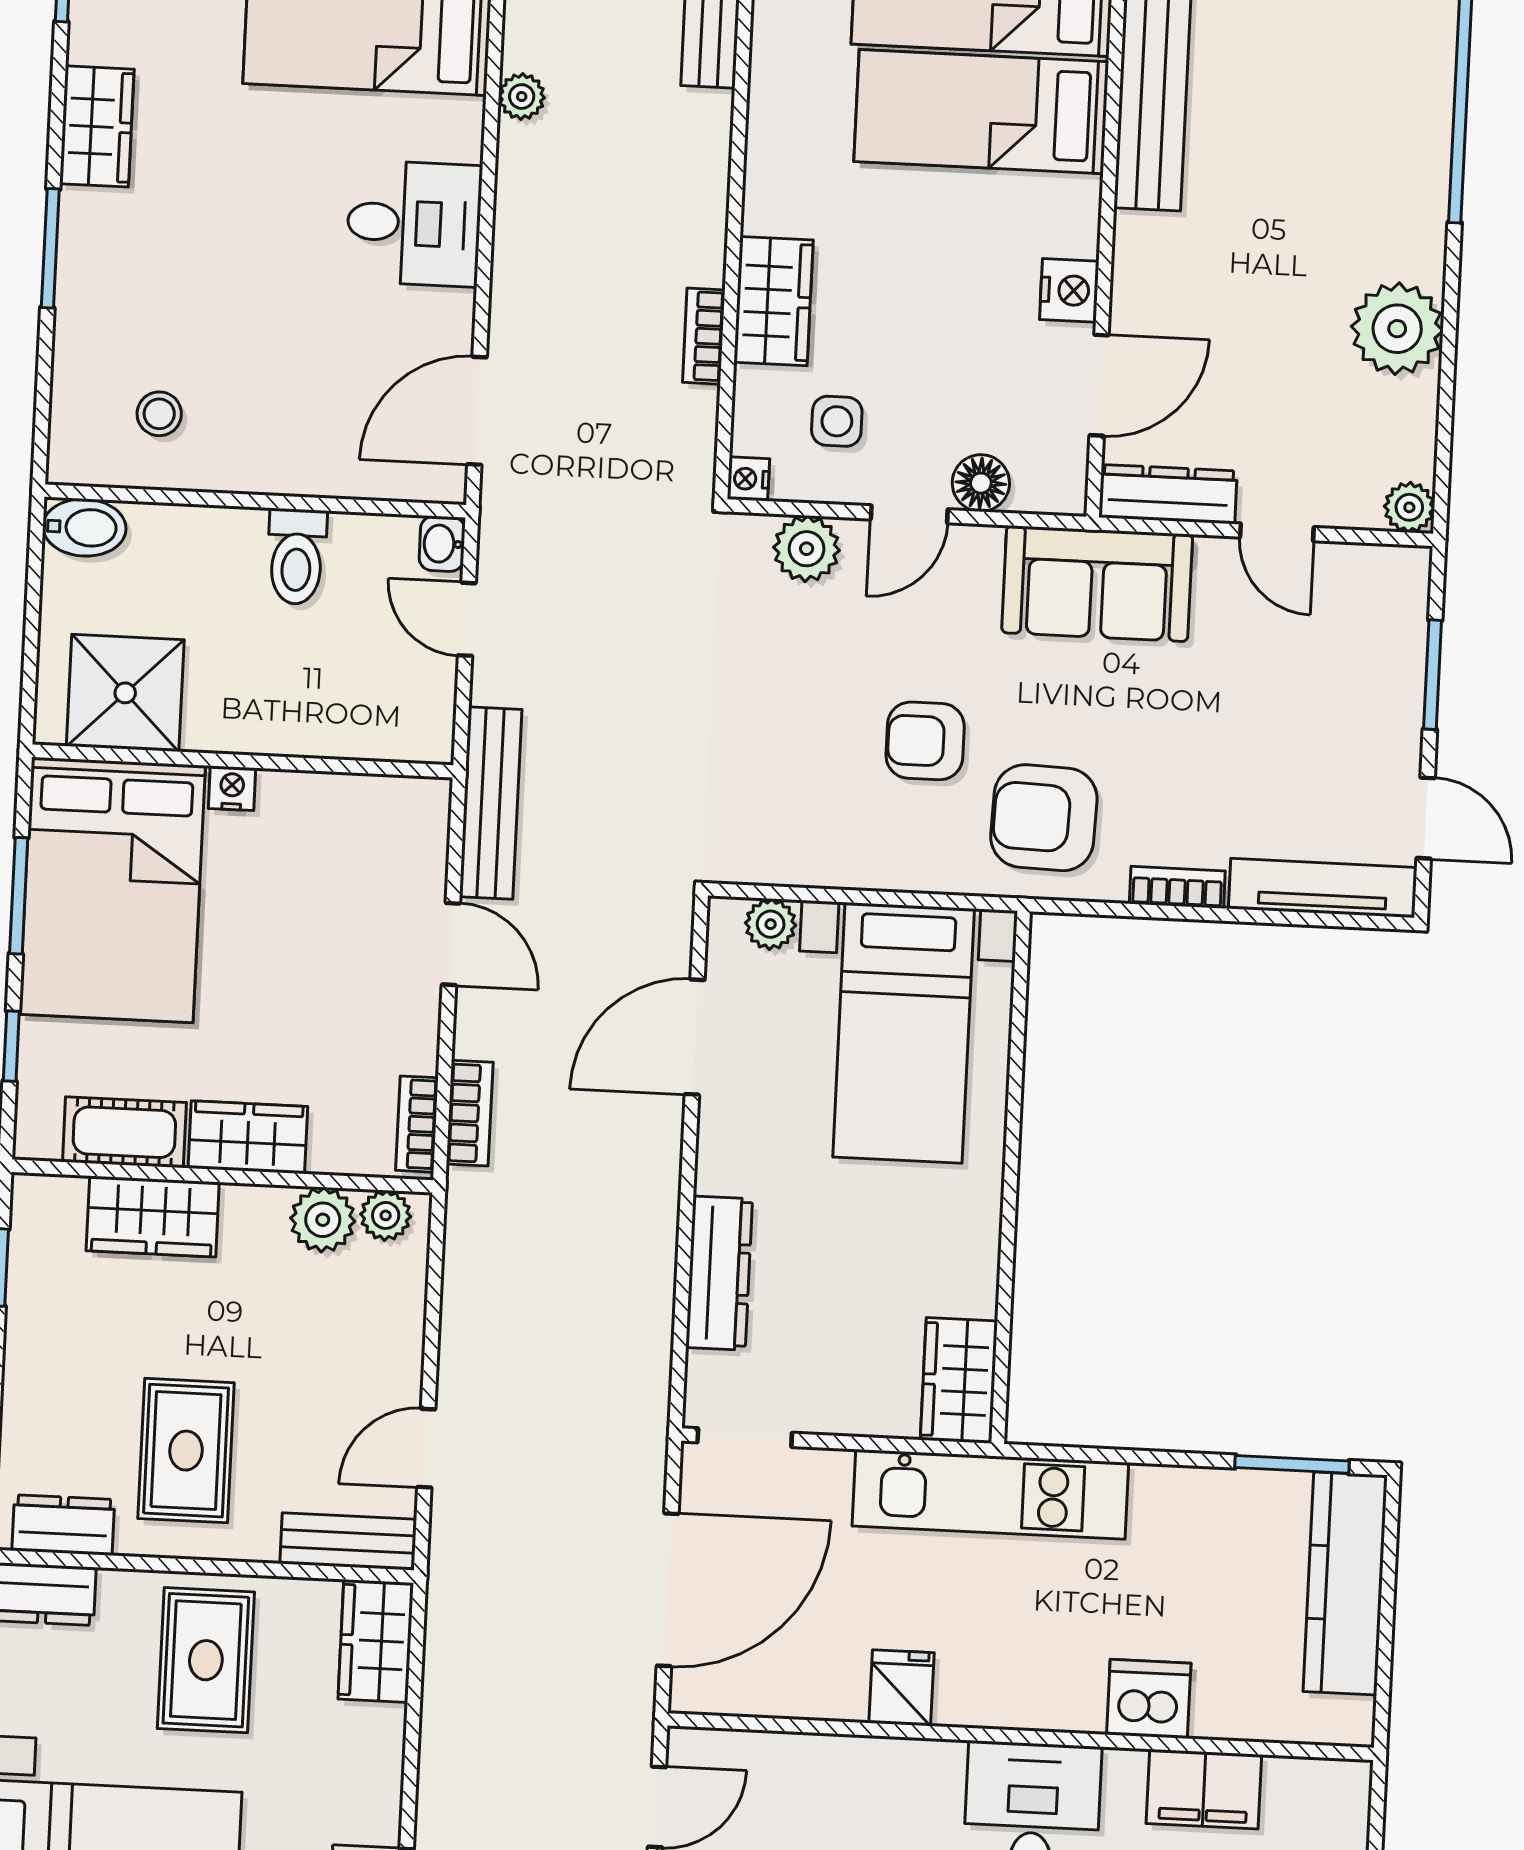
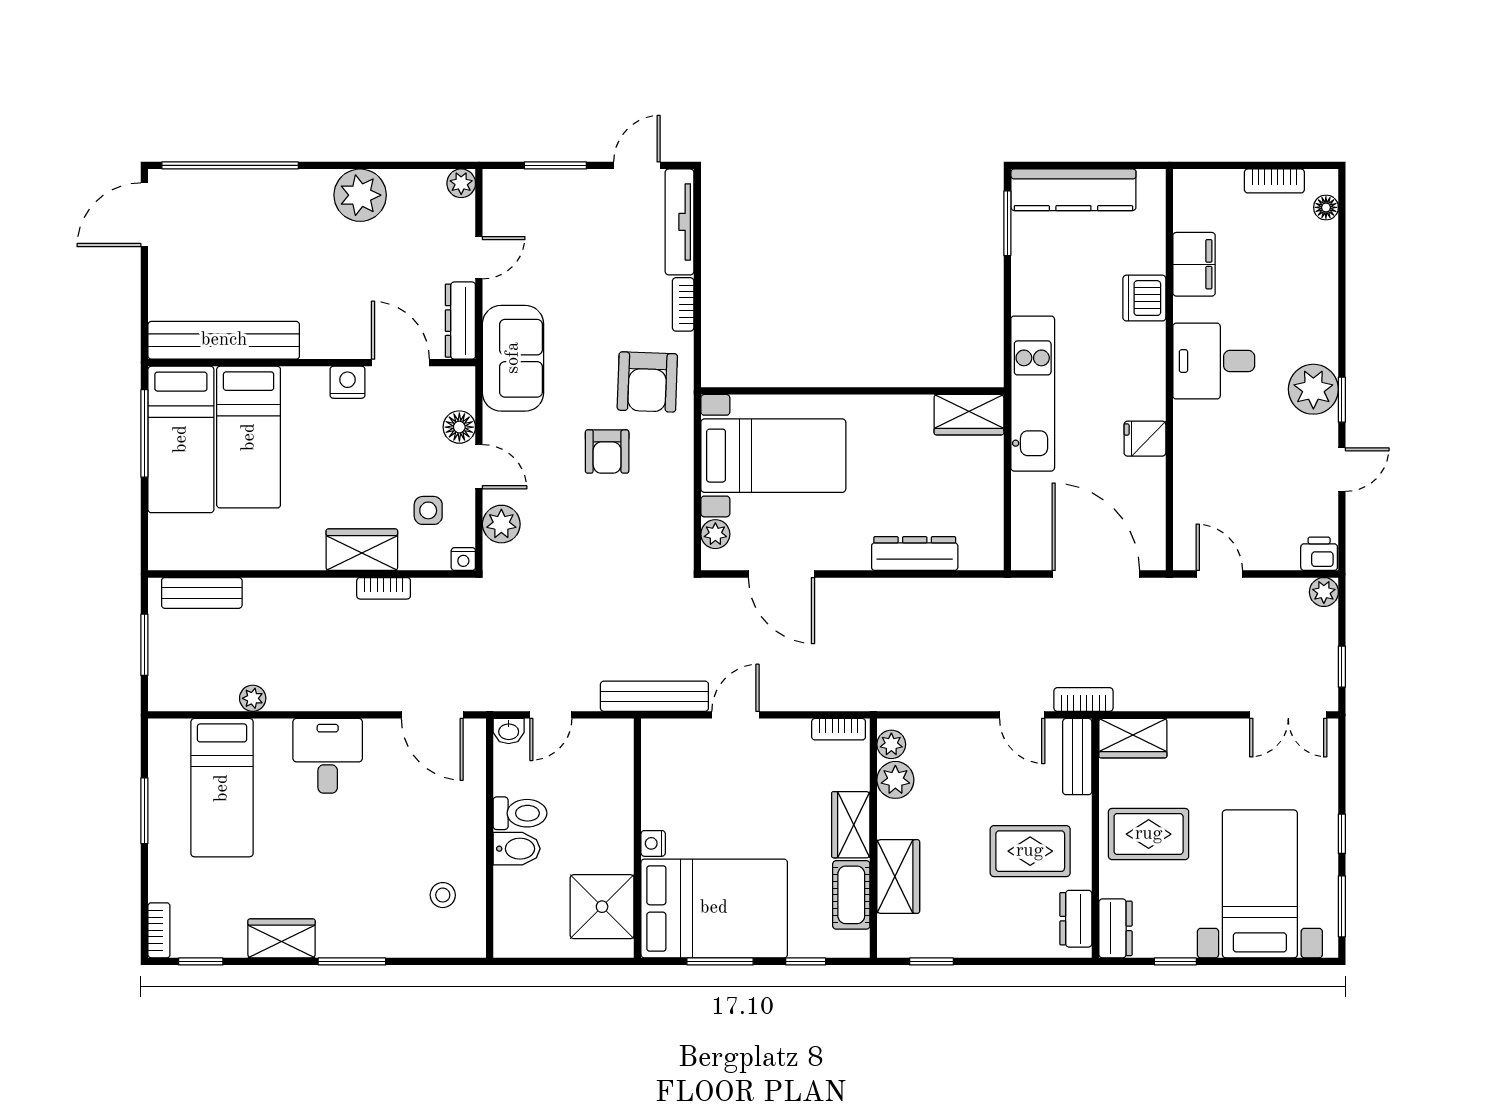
bidet: (84, 528) -> (517, 849), moved, turned 90
bookcase: (470, 1113) -> (1083, 700), moved
doorway: (745, 1438) -> (1007, 535), removed

